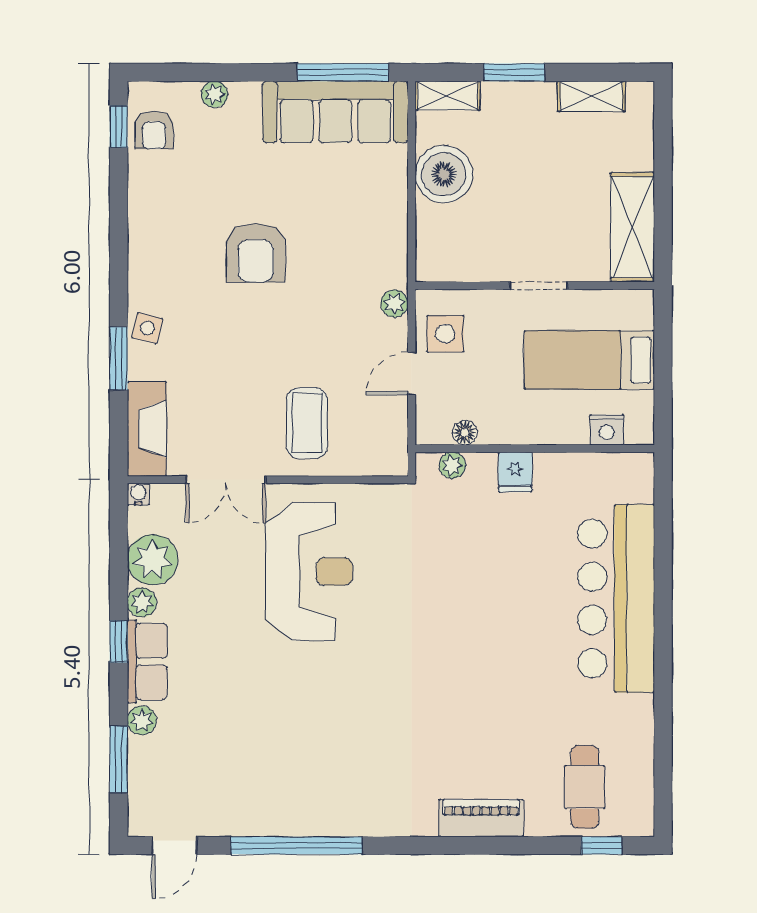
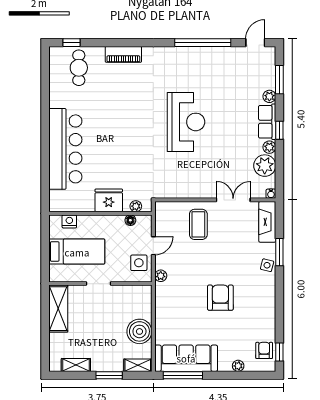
fridge: (515, 472) -> (109, 200), width x1.88, depth x1.34
reception desk: (309, 572) -> (186, 122), moved, turned 180

